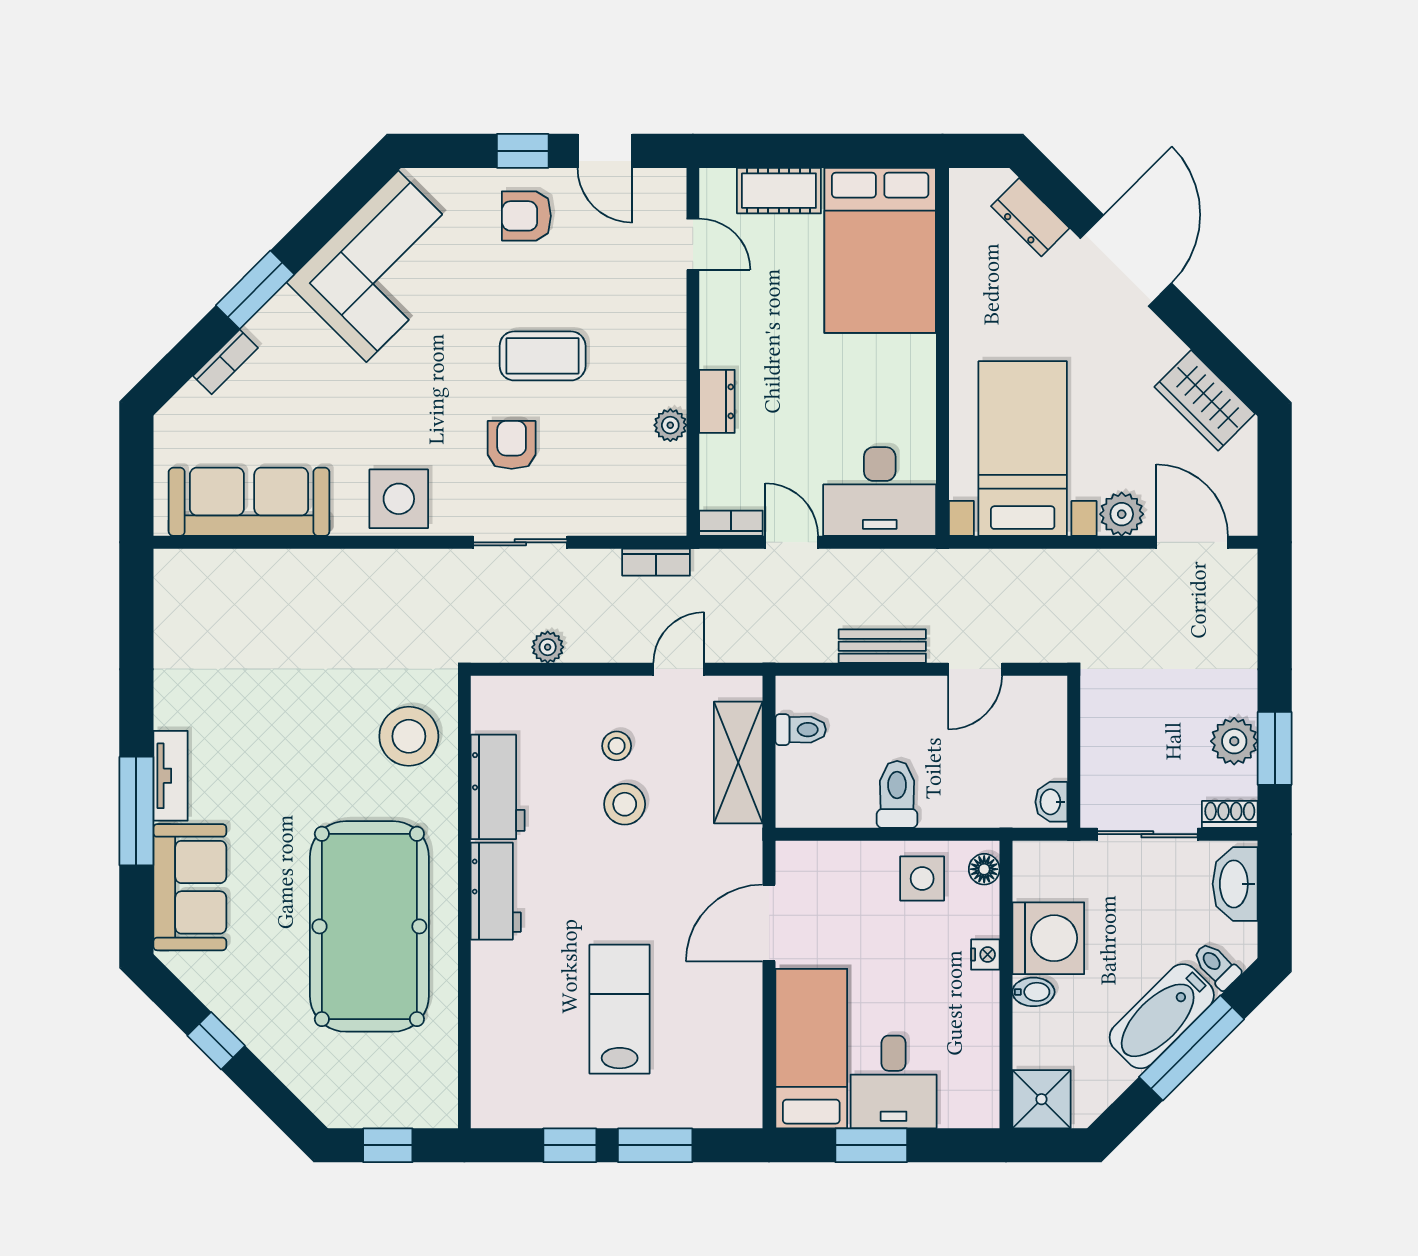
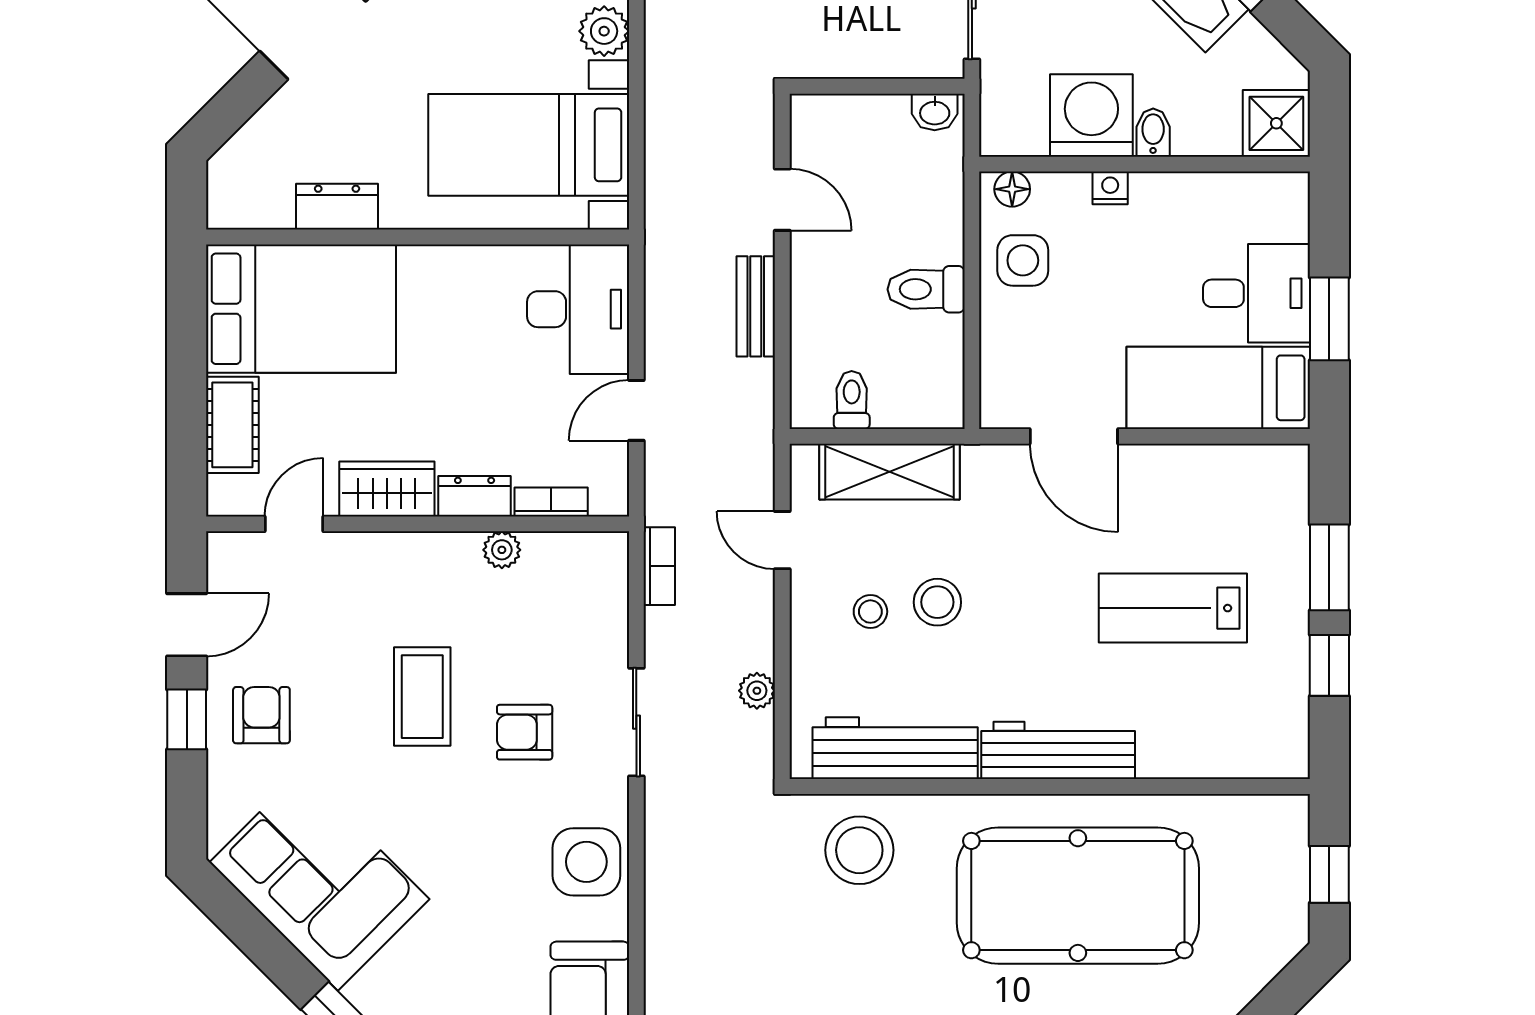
armchair: (526, 216) -> (261, 715), turned 180
dresser: (1030, 217) -> (337, 207), moved, turned -135
wardrobe: (723, 325) -> (387, 489), added
bookcase: (731, 523) -> (551, 502), moved, turned 90
workbench: (498, 787) -> (895, 748), width x1.37
workbench: (496, 891) -> (1058, 750), width x1.38

